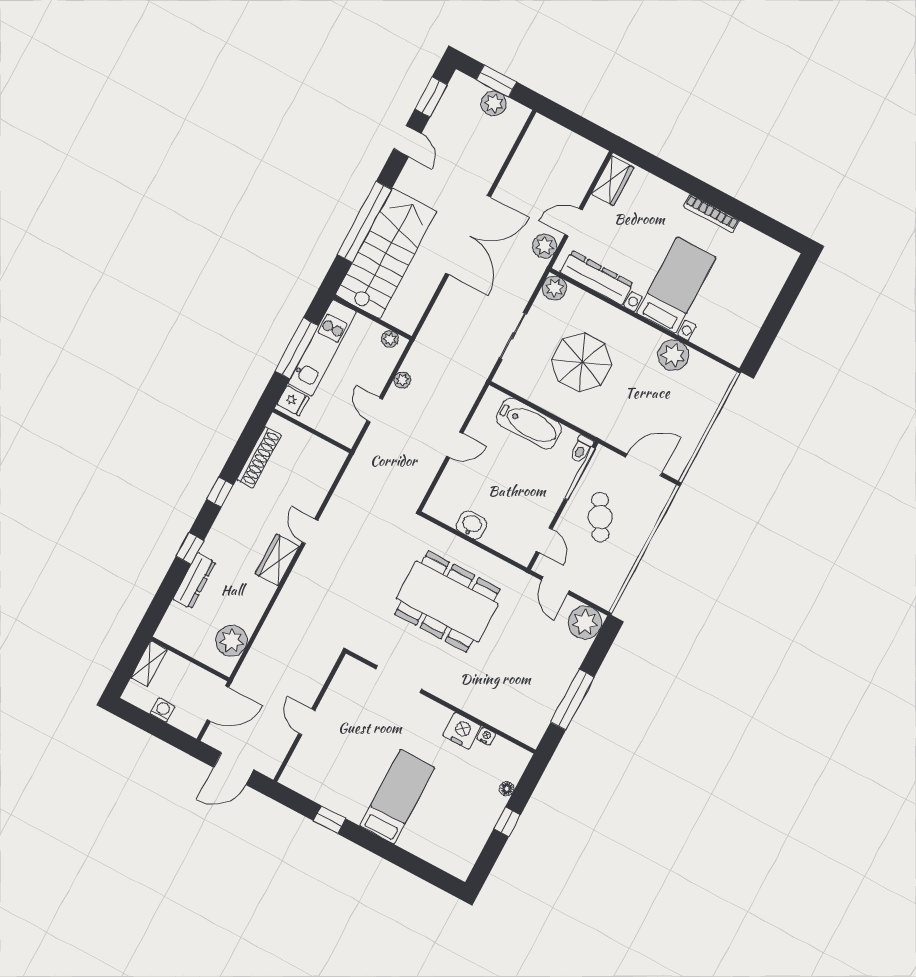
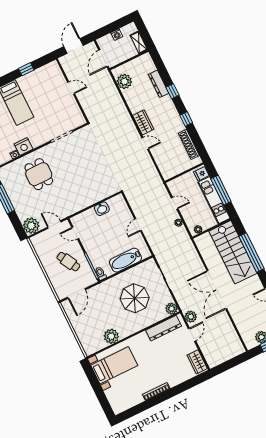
bed with nightstands: (676, 285) -> (114, 365), moved, turned -90
dining table: (447, 602) -> (39, 174), moved, width x0.53, depth x0.80

